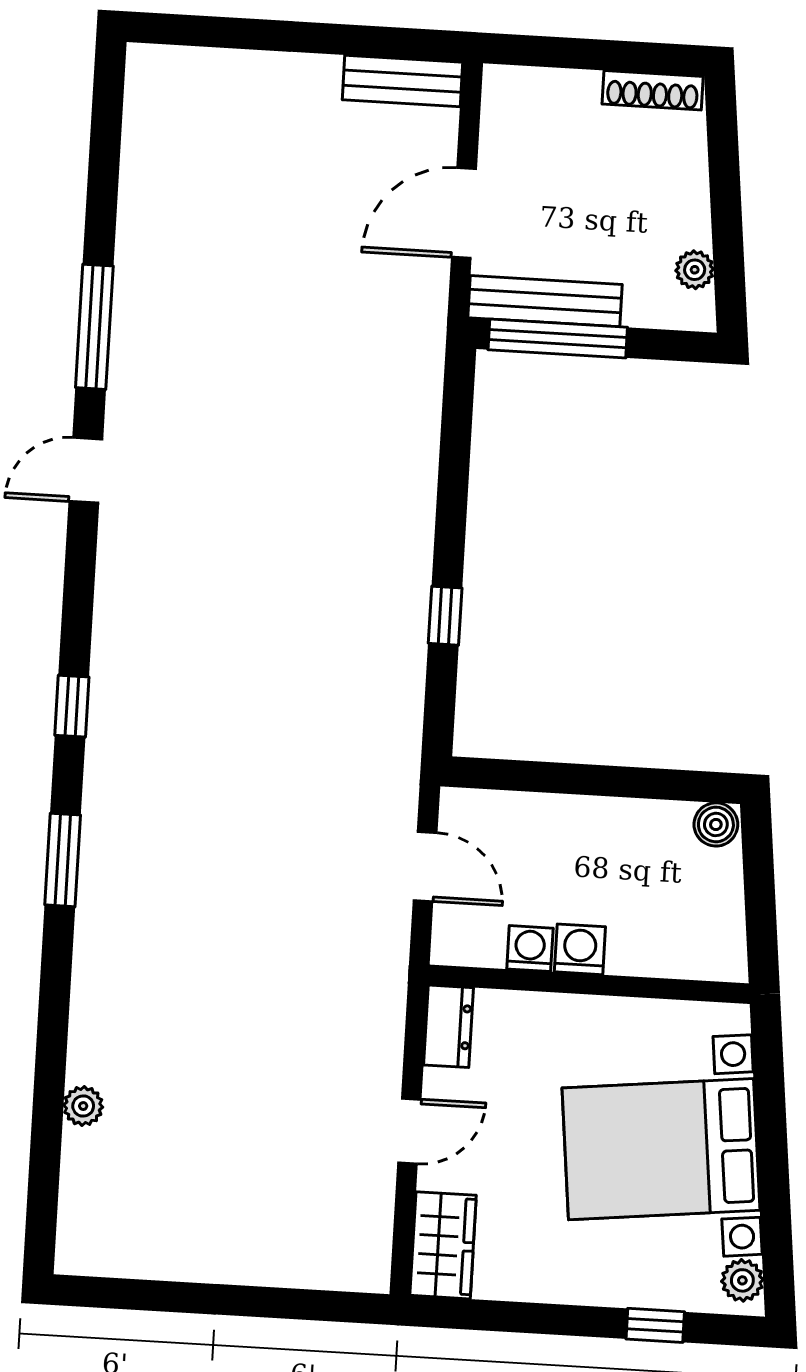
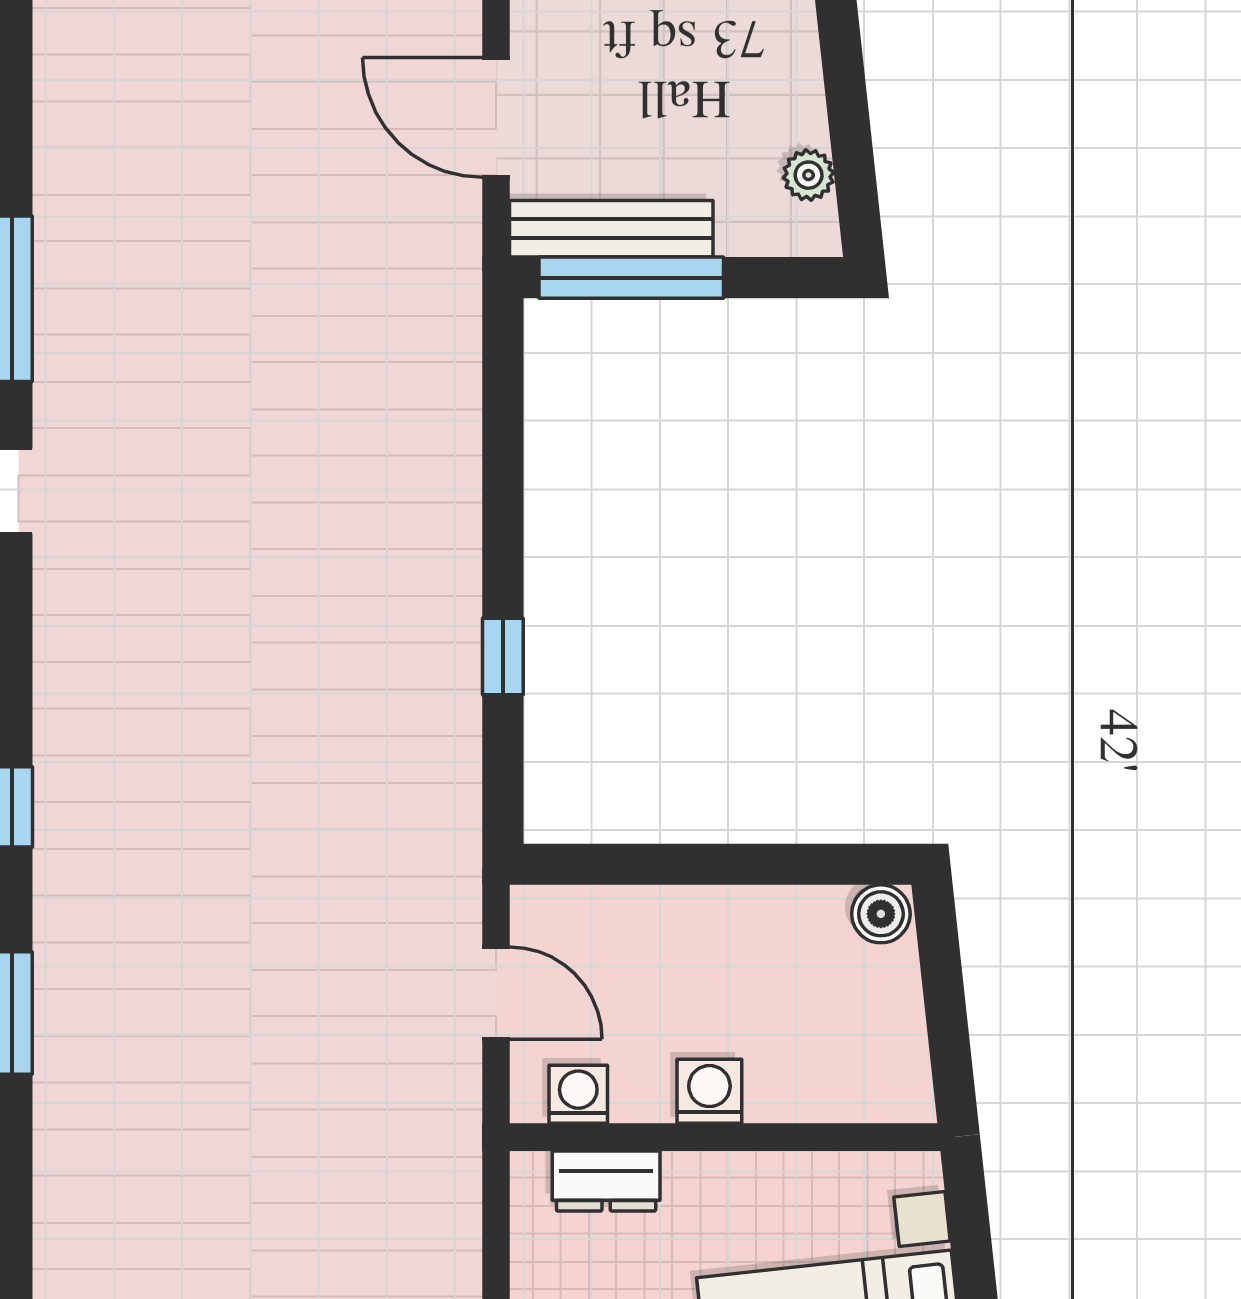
door: (464, 213) -> (496, 118), hinge flipped
washing machine: (530, 949) -> (578, 1094), moved
dresser: (448, 1026) -> (606, 1181), moved, turned 90

